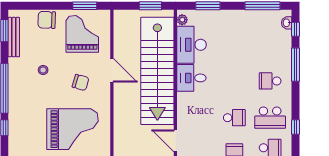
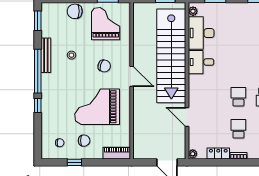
bench: (14, 37) -> (46, 55), moved
door: (112, 70) -> (132, 76), moved
school desk: (234, 118) -> (238, 97), turned -90
grand piano: (72, 129) -> (97, 107), turned 180

